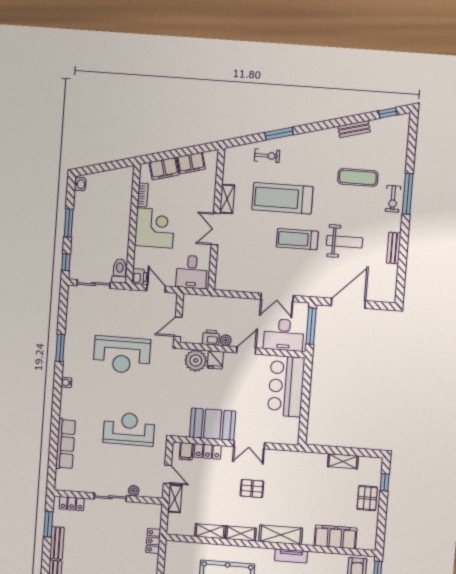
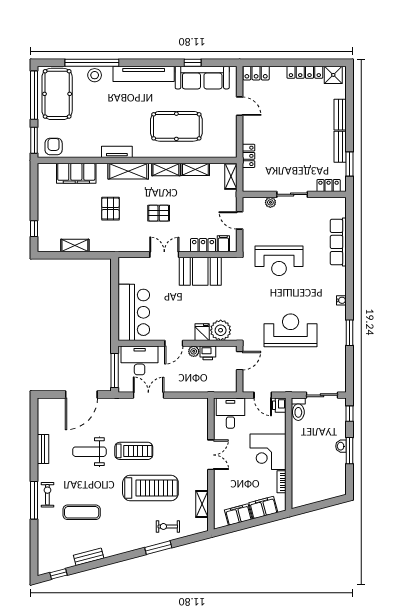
washbasin: (80, 184) -> (341, 446), moved
shelving: (227, 199) -> (202, 504), moved
pallet: (367, 498) -> (110, 209), moved
shelving: (175, 499) -> (231, 176), moved

